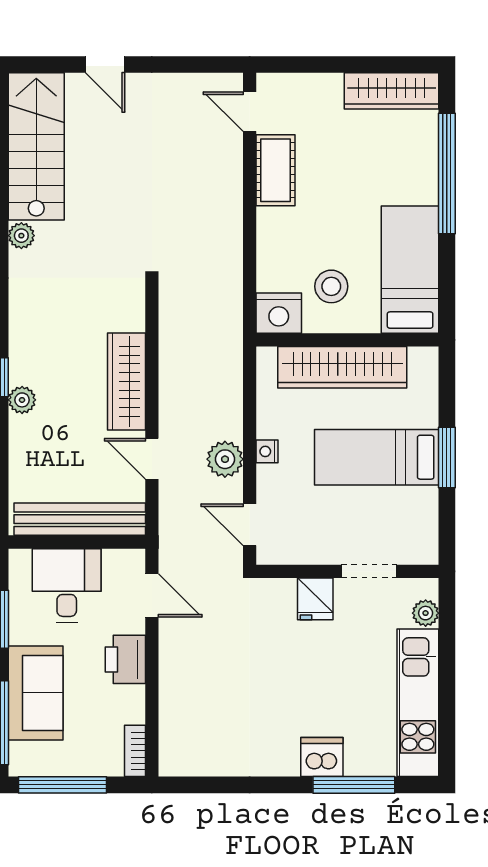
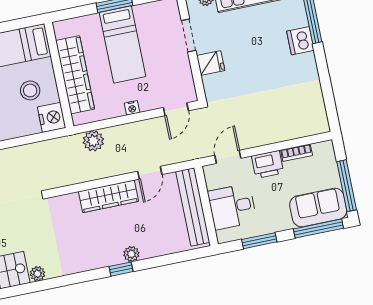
plant: (225, 459) -> (93, 141), moved
sofa: (36, 693) -> (318, 207), moved
bookcase: (135, 751) -> (297, 153), moved

